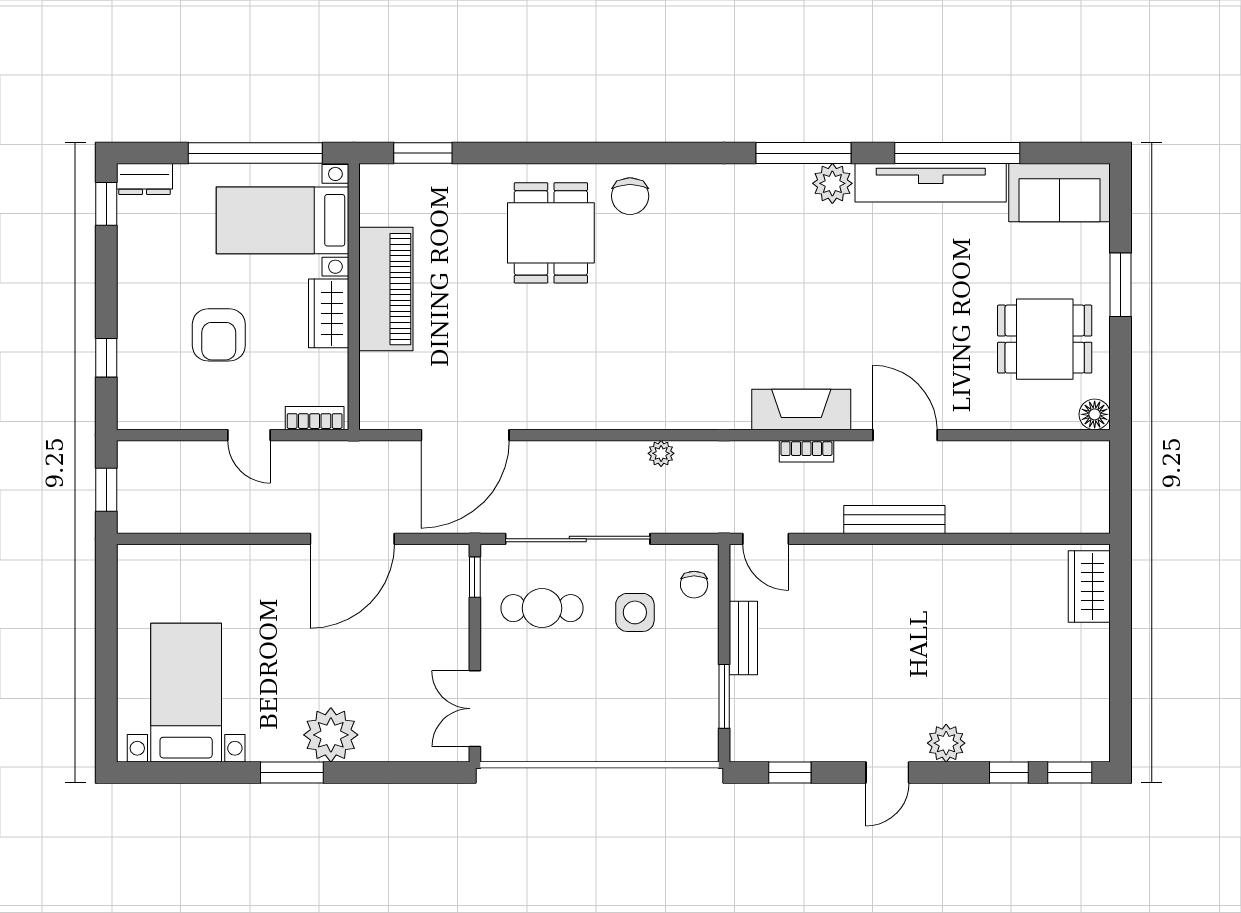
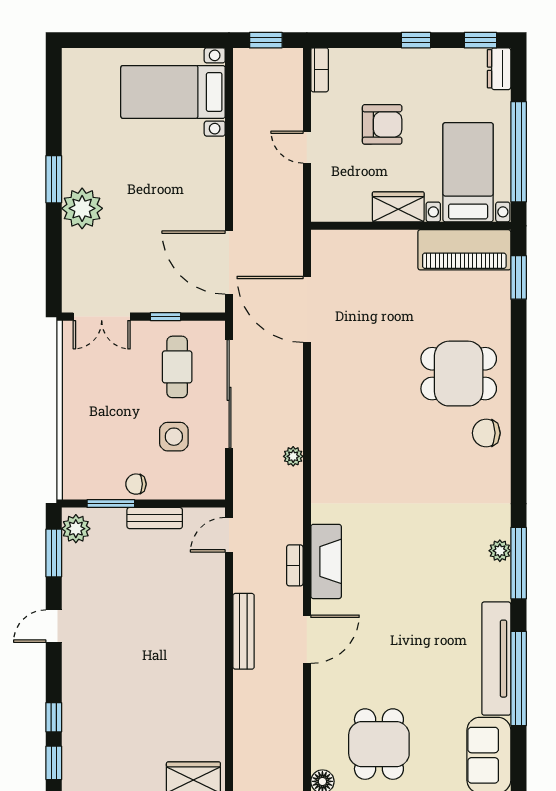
plant: (832, 183) -> (500, 551), moved, width x0.73, depth x0.73
piano: (386, 289) -> (464, 250), moved
armchair: (219, 335) -> (382, 124), turned 180
window: (106, 358) -> (416, 40), moved
bookcase: (315, 418) -> (320, 70), moved
door: (249, 435) -> (307, 147), hinge flipped
door: (352, 539) -> (229, 263), moved
window: (475, 577) -> (165, 317), moved
chair: (694, 585) -> (136, 484), moved
bed with nightstands: (186, 693) -> (173, 92), moved, turned 180
double door: (475, 709) -> (102, 317), swing flipped
plant: (946, 743) -> (76, 529), moved
window: (790, 773) -> (54, 553), width x1.50
door: (887, 773) -> (54, 626), hinge flipped

